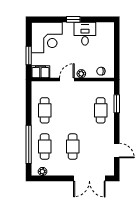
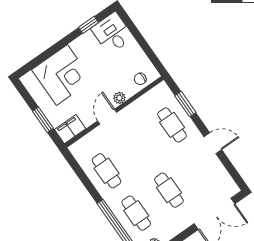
window: (73, 19) -> (88, 25), moved
desk: (85, 34) -> (112, 33), moved
corner desk: (47, 37) -> (62, 75), moved
door: (117, 150) -> (213, 143), moved

